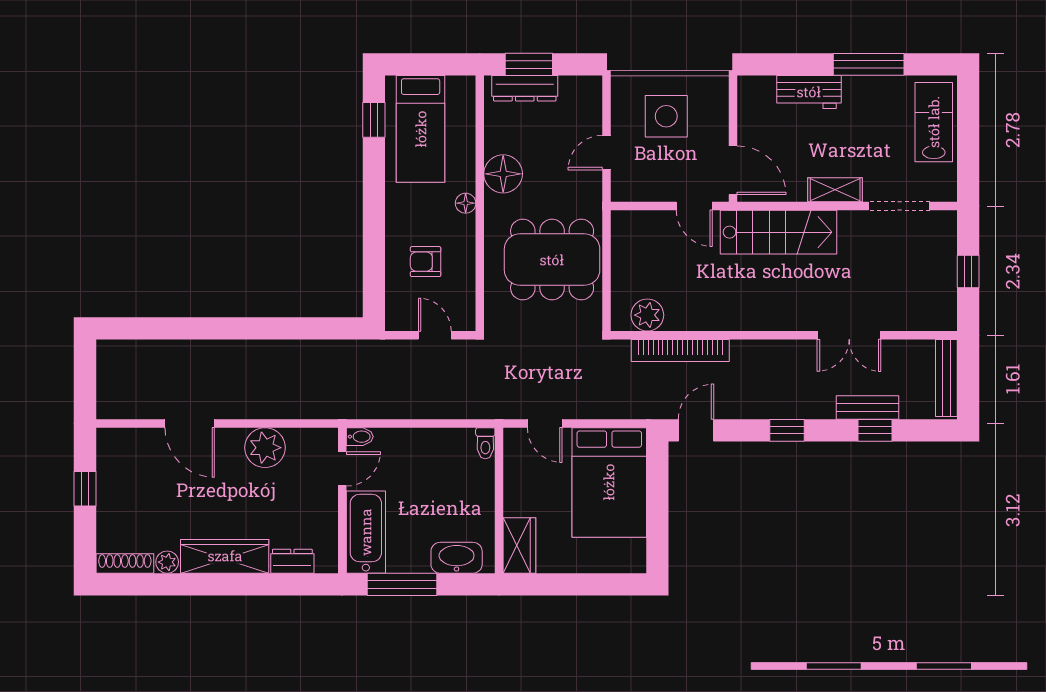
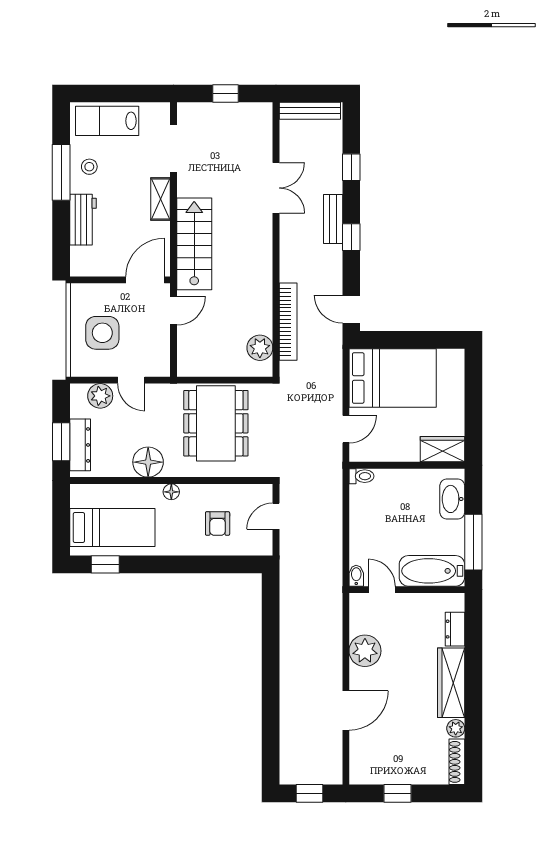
stool: (876, 100) -> (89, 167), added
plant: (587, 114) -> (100, 396), added
window: (85, 378) -> (309, 793), added
bench: (868, 407) -> (333, 219), moved

